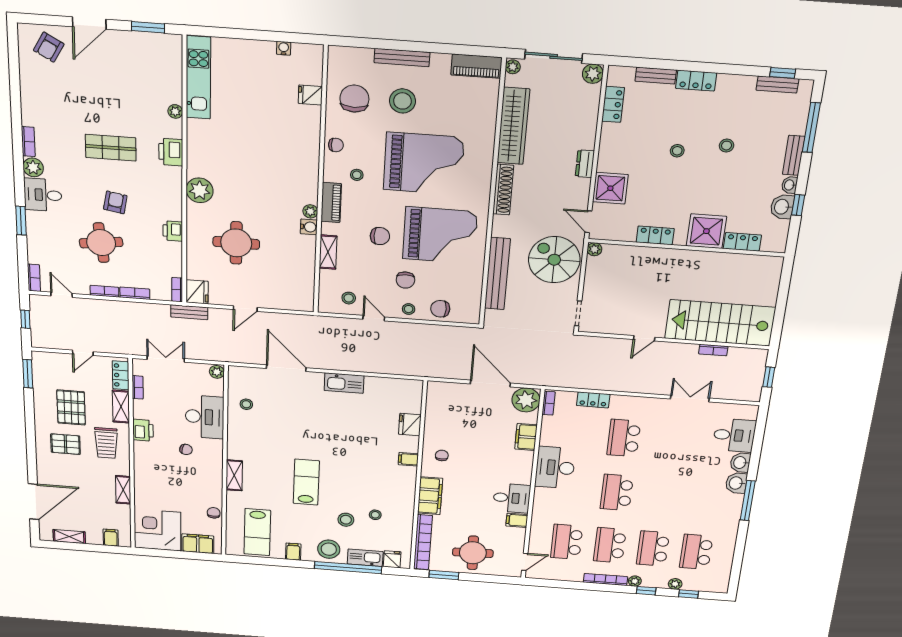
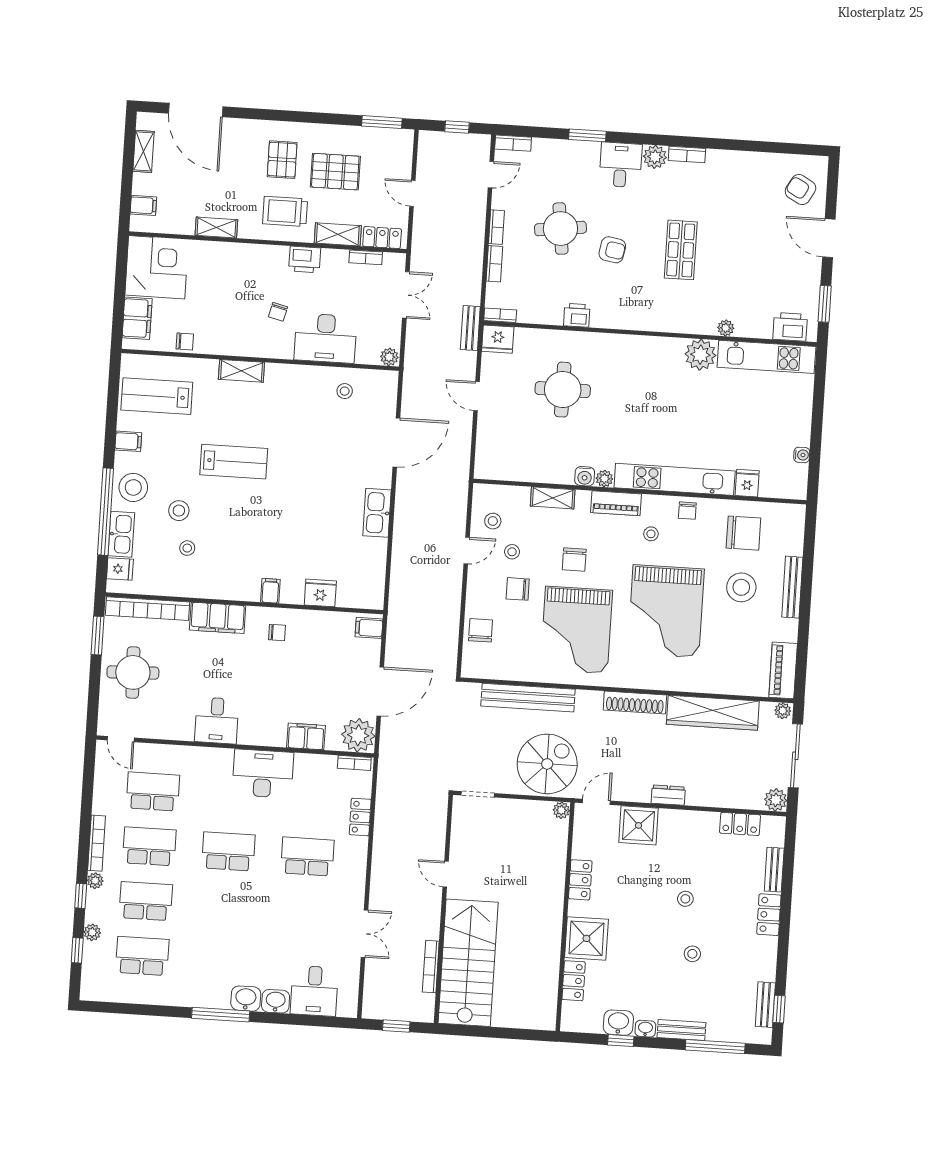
printer: (171, 152) -> (790, 327), moved
kitchen unit: (309, 155) -> (675, 479), added
plant: (200, 190) -> (700, 355), moved
stool: (409, 309) -> (512, 552), moved
bookcase: (713, 350) -> (431, 967), width x1.56
filing cabinet: (517, 520) -> (369, 628), moved, turned -90

